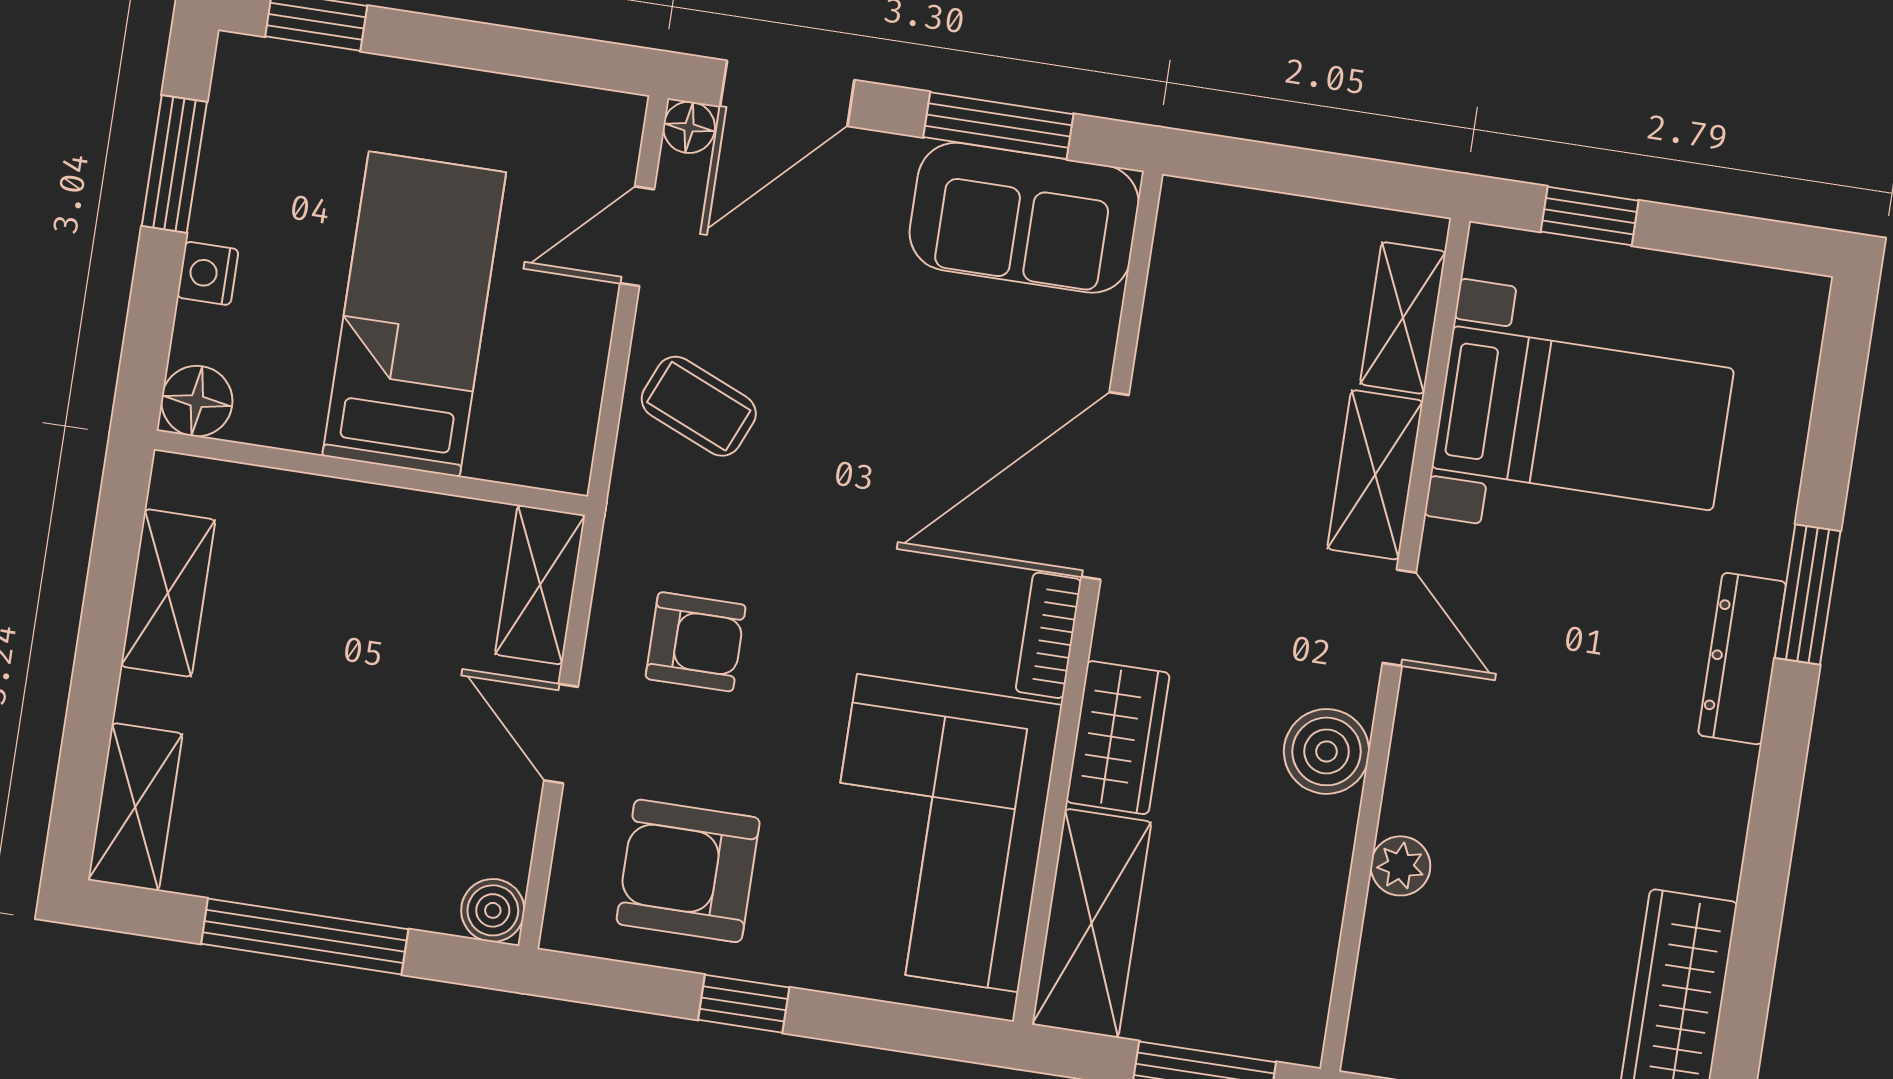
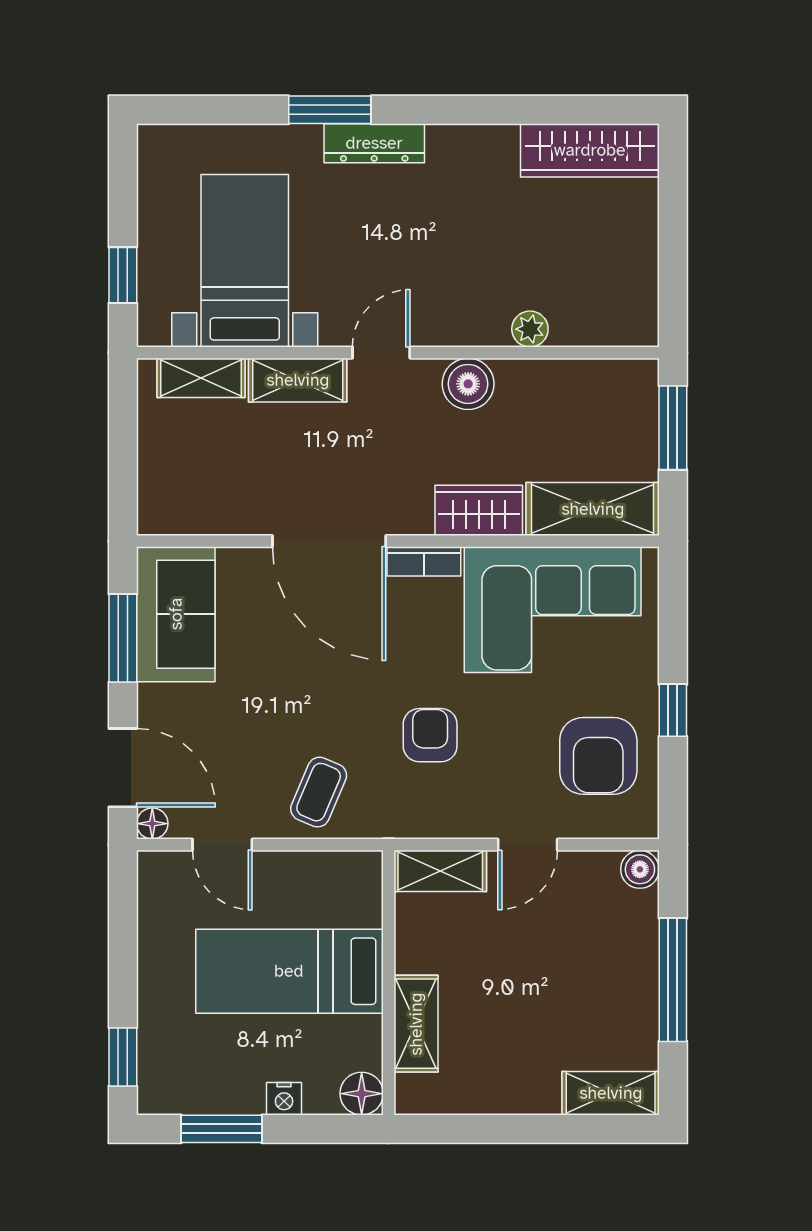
shelving: (168, 593) -> (416, 1024), moved, turned 90
armchair: (696, 642) -> (430, 735), moved

